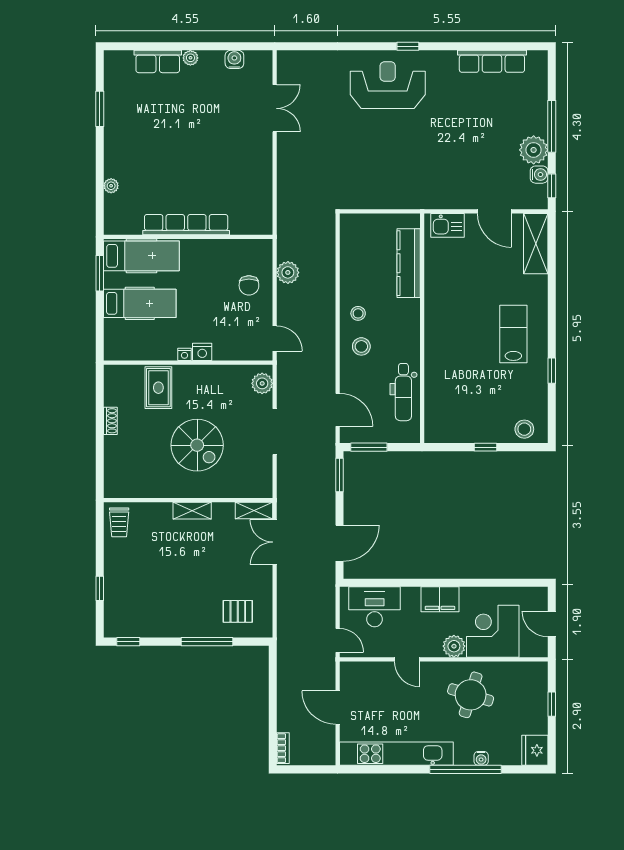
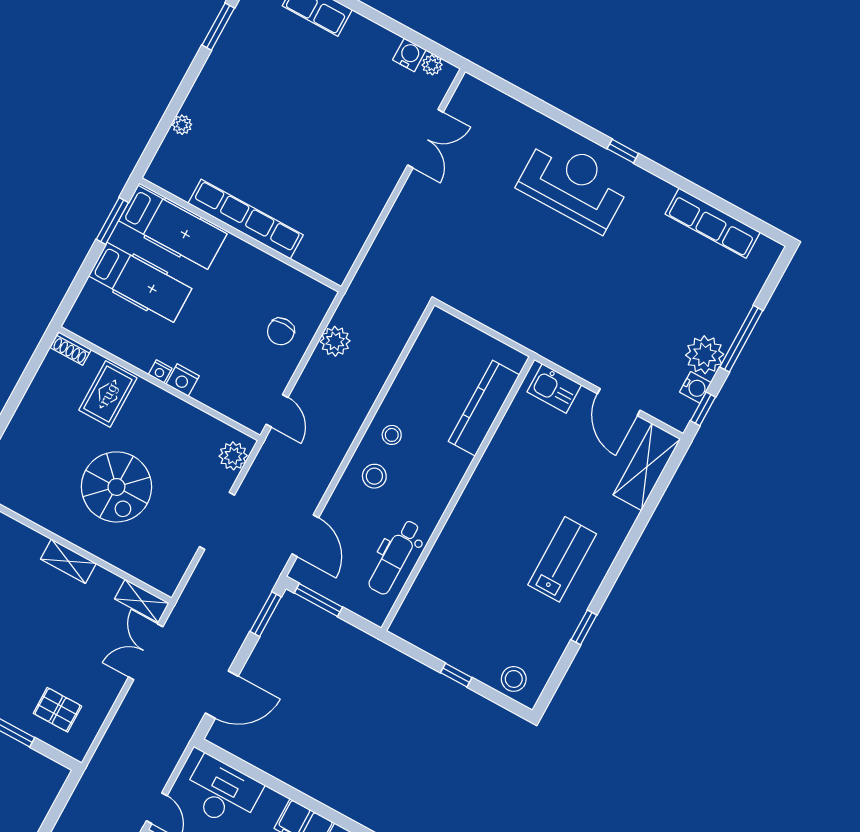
plant: (190, 58) -> (432, 65), moved
shoe rack: (110, 421) -> (71, 349), moved, turned 90

